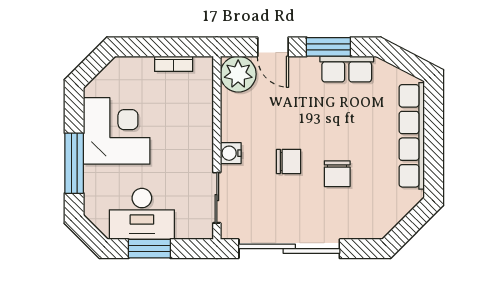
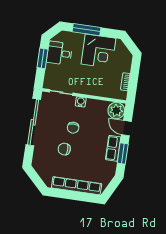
door: (273, 47) -> (126, 128), hinge flipped
row of seats: (347, 69) -> (113, 148), moved
desk: (142, 214) -> (59, 53), width x0.73

